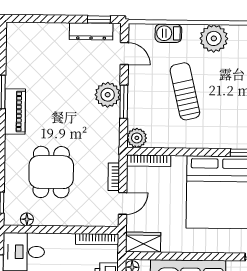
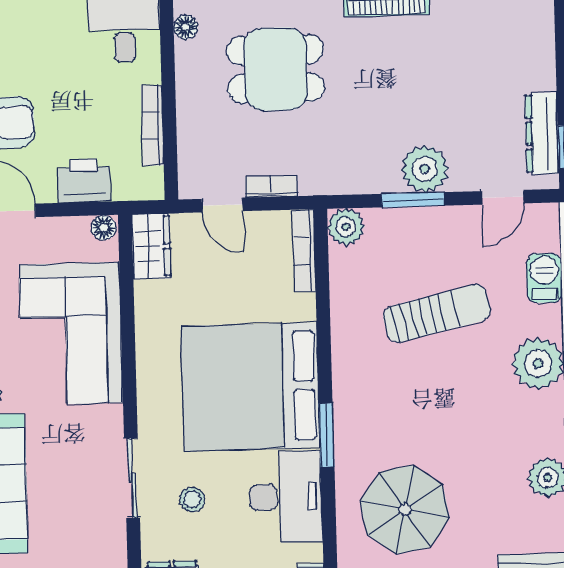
bookcase: (97, 239) -> (152, 125), moved

